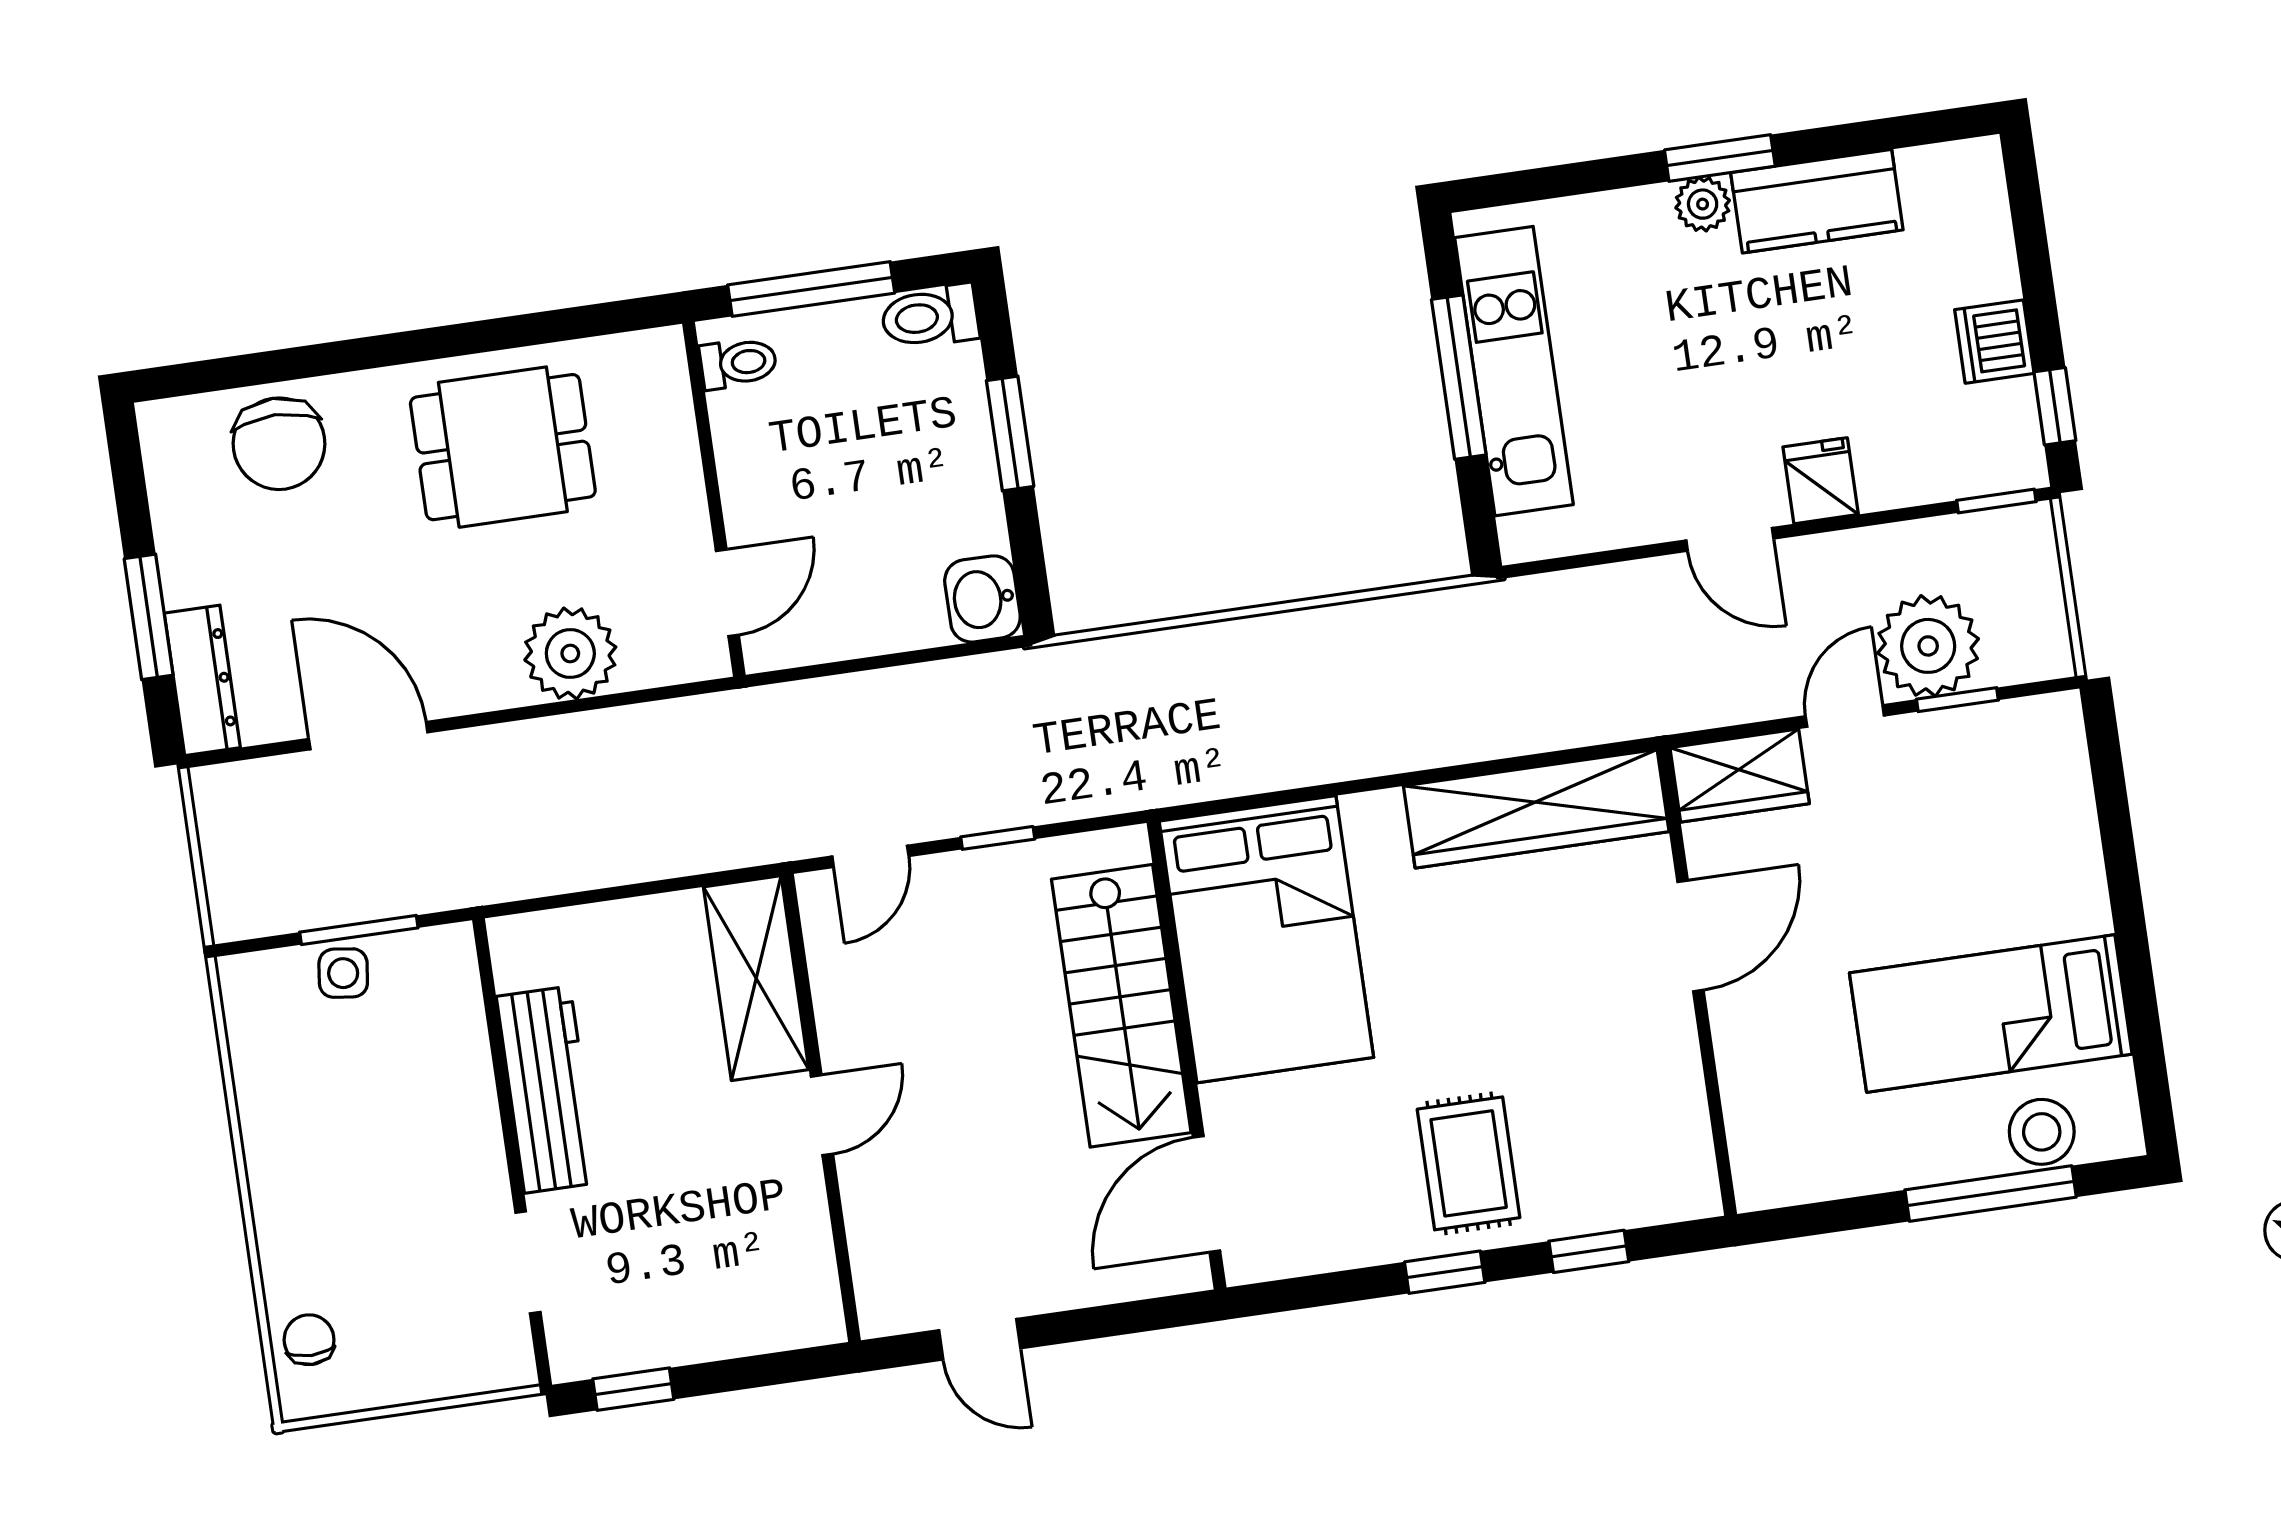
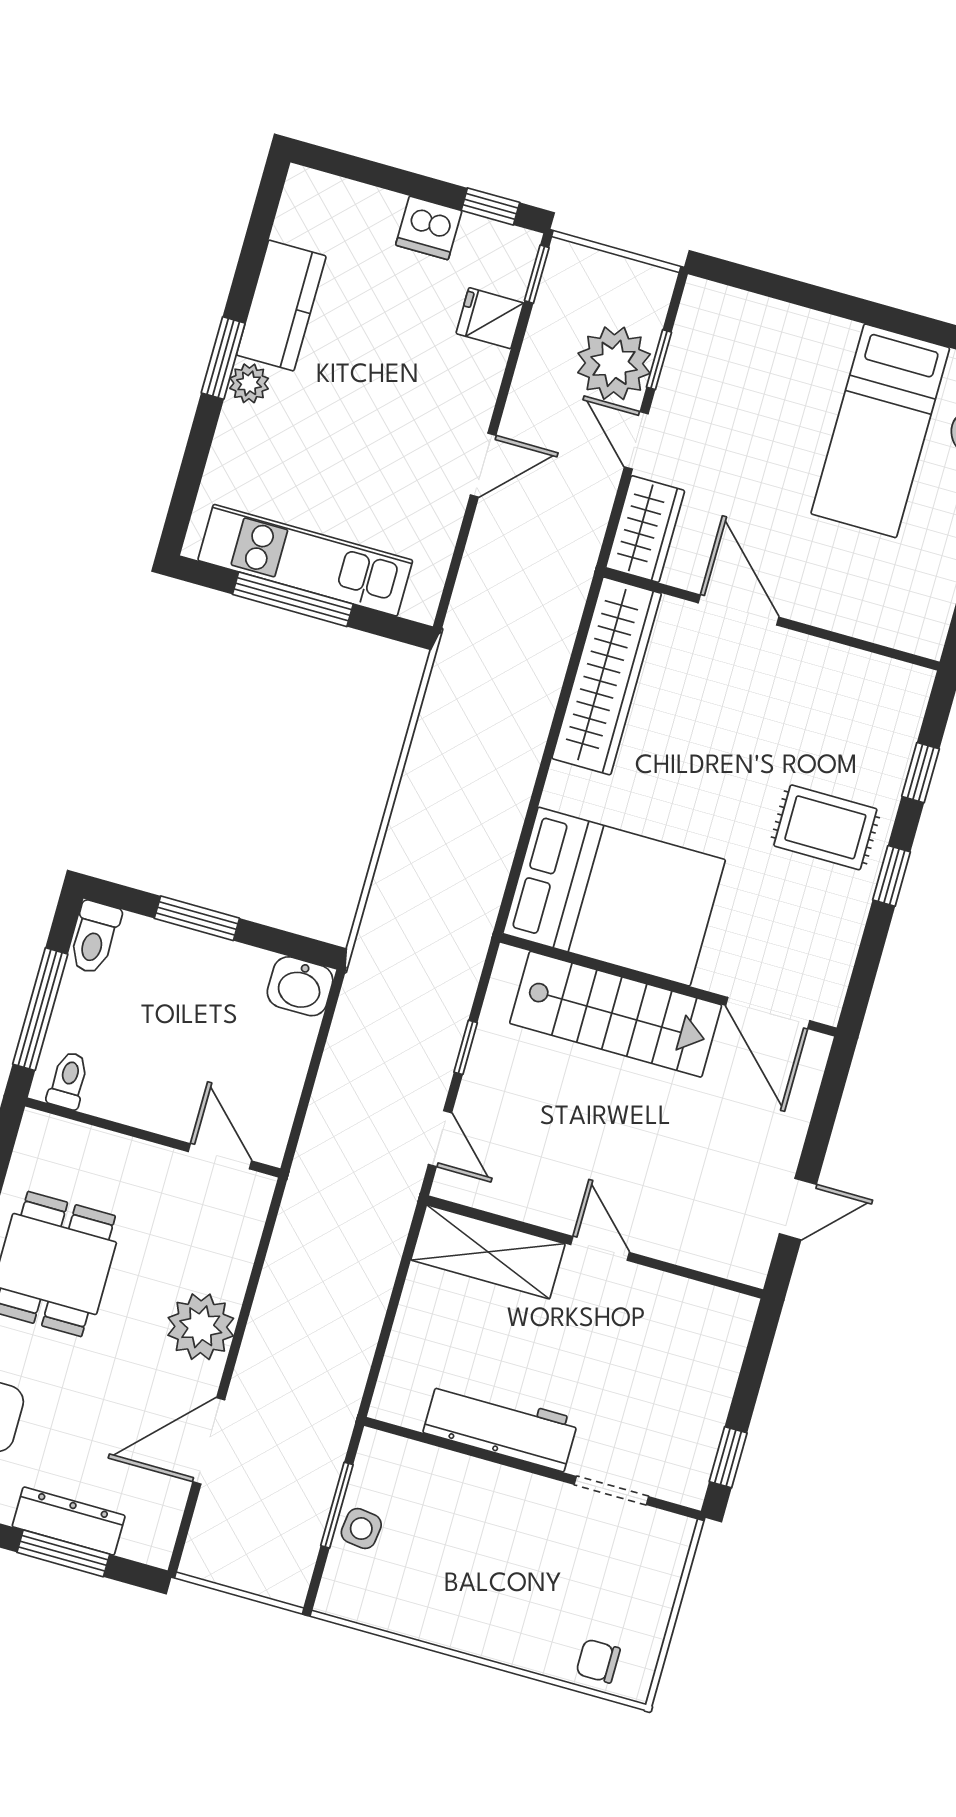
fridge: (1821, 481) -> (490, 318), moved
plant: (570, 654) -> (201, 1327), moved
dresser: (202, 680) -> (69, 1521), moved

